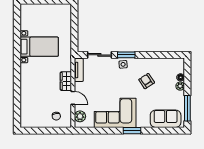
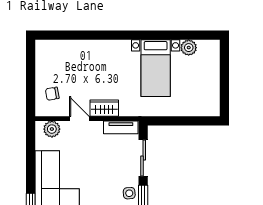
plant: (25, 24) -> (189, 48), added
door: (73, 98) -> (79, 119), swing flipped

